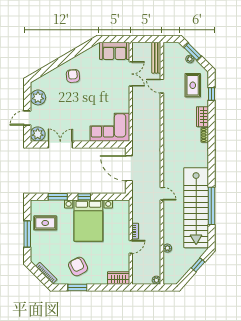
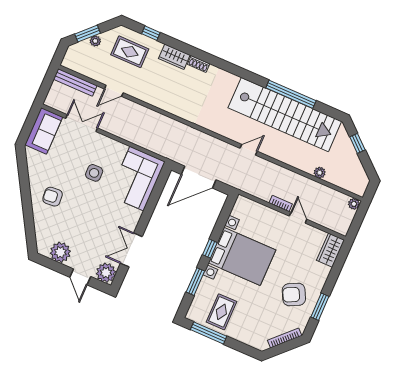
side table: (101, 97) -> (94, 173), added
window: (27, 234) -> (209, 333), moved

